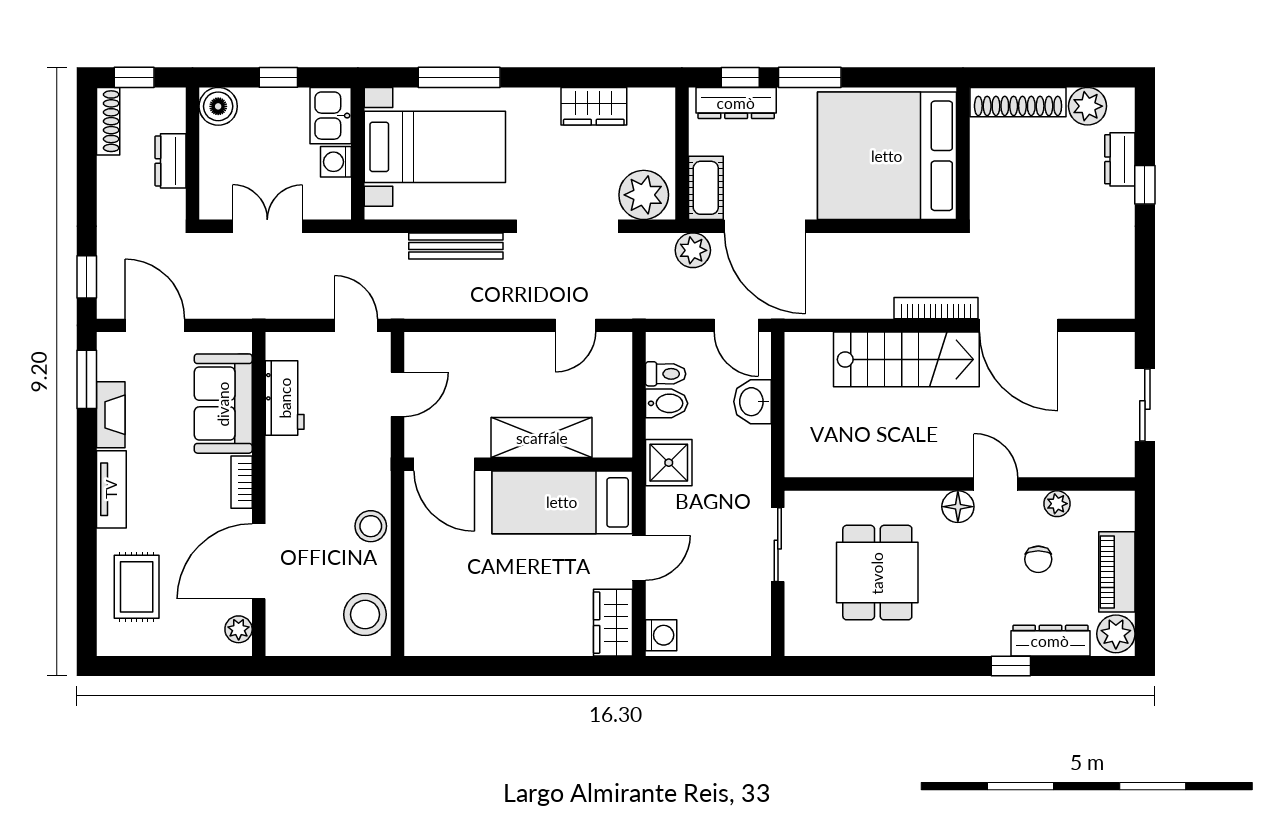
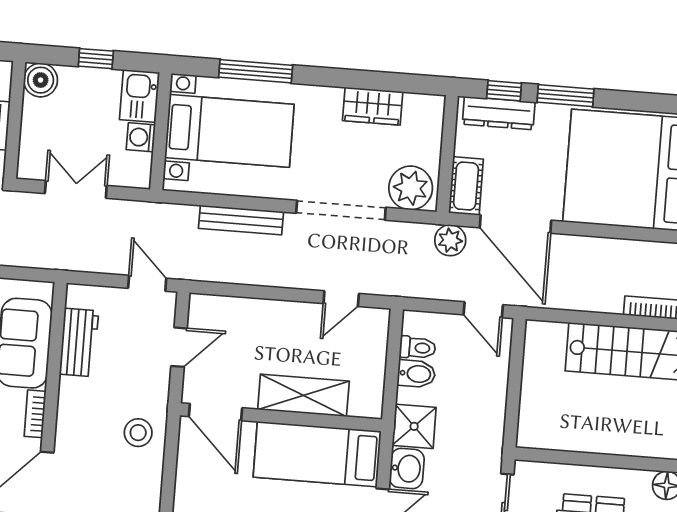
washbasin: (752, 402) -> (407, 468), moved, turned 180
stool: (371, 526) -> (138, 433), moved

